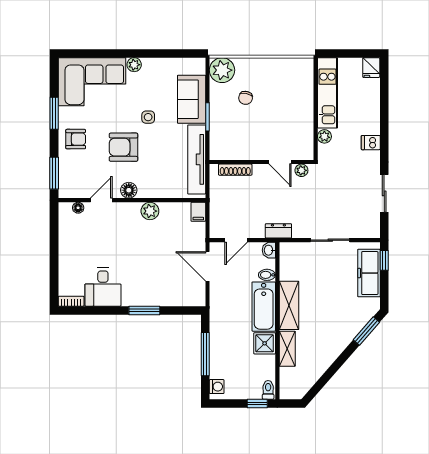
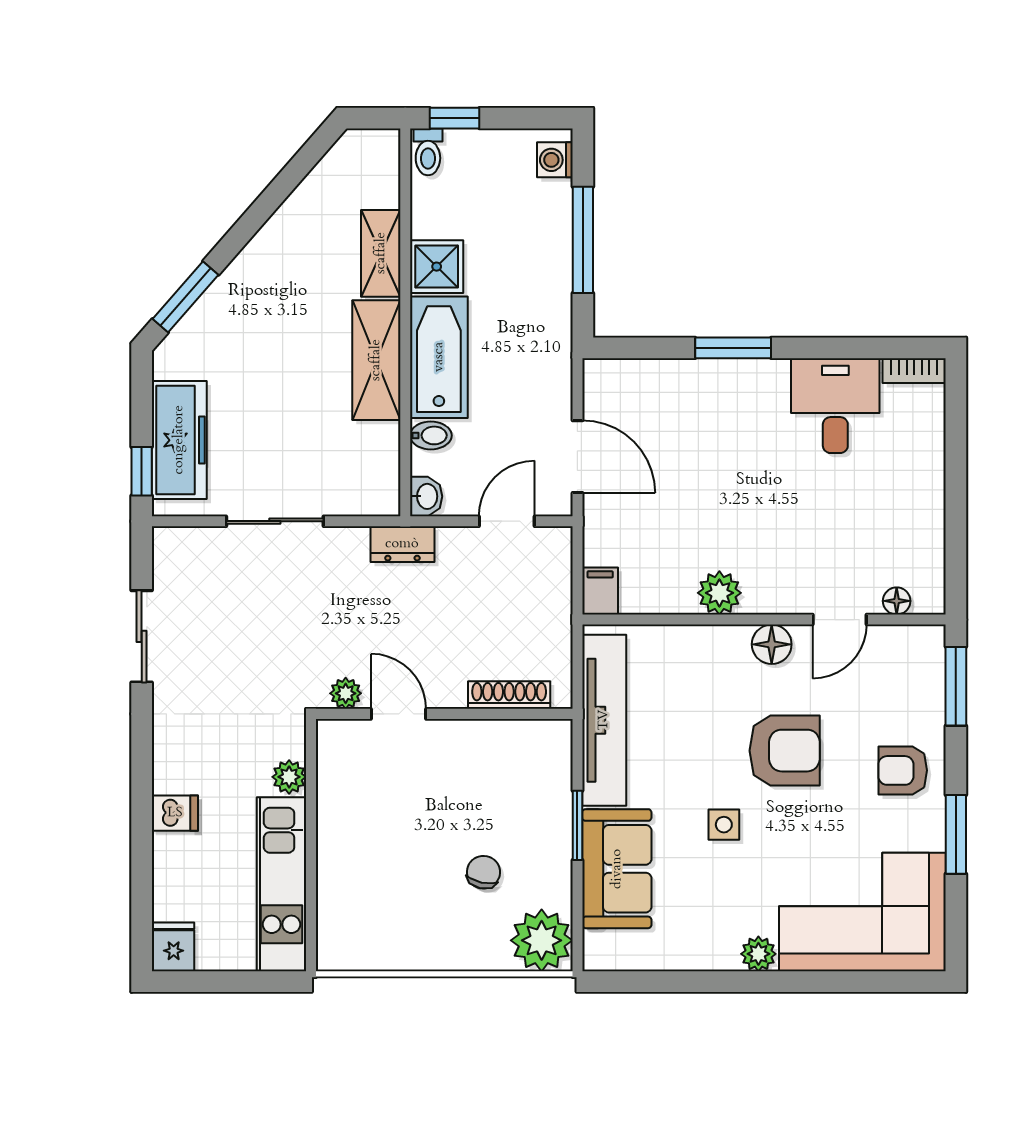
dishwasher: (371, 143) -> (175, 813), moved

